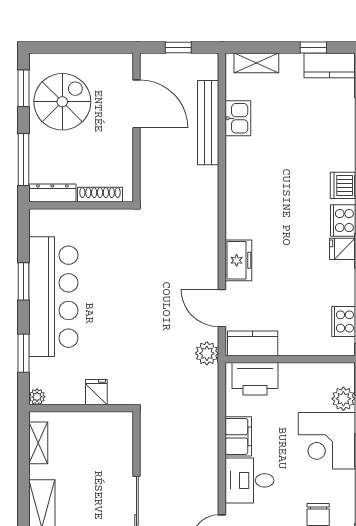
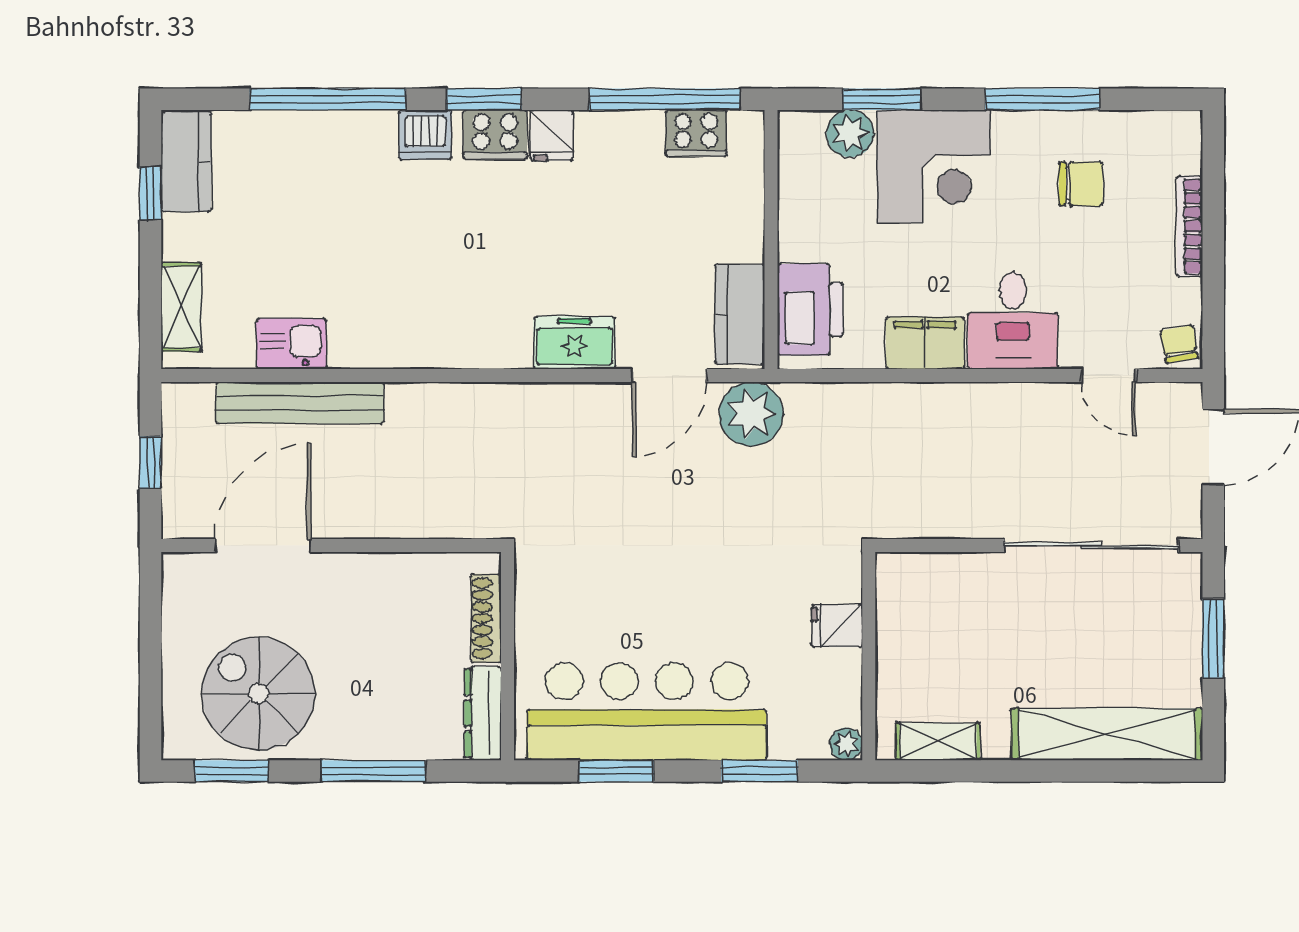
dresser: (52, 193) -> (483, 713), moved
shoe rack: (100, 195) -> (486, 618), moved
wall: (81, 205) -> (508, 656), moved
plant: (207, 353) -> (751, 414), width x1.36, depth x1.36

